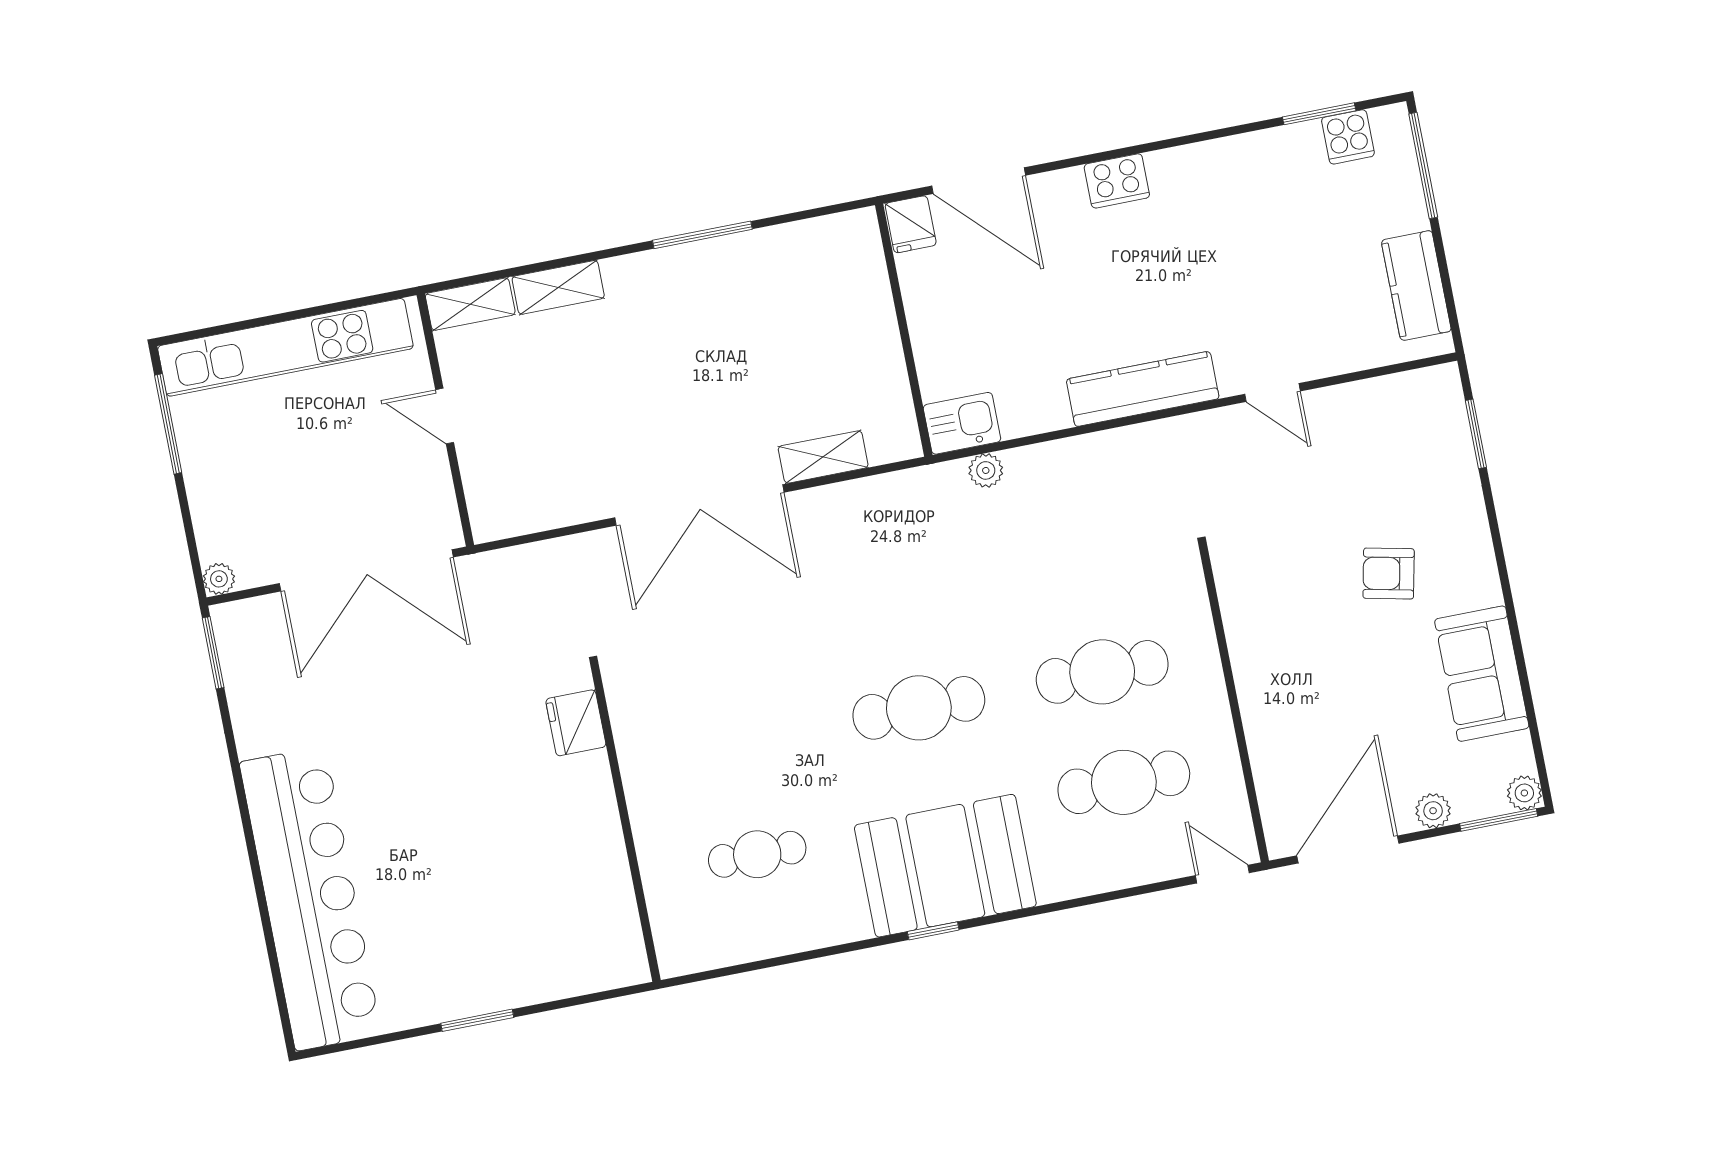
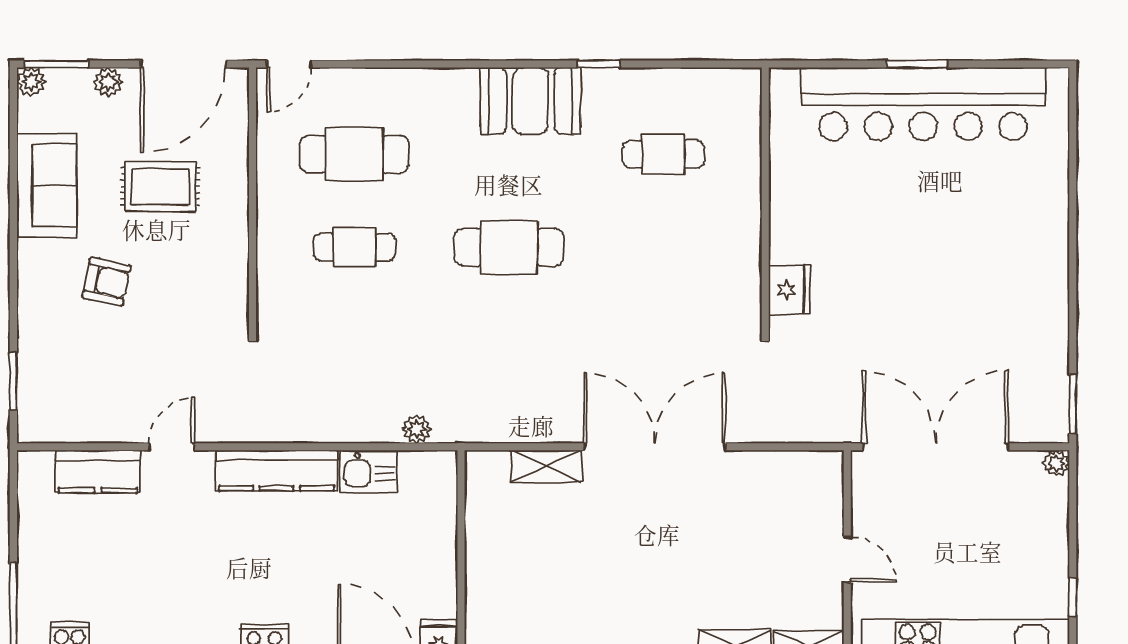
kitchen counter: (1416, 286) -> (98, 472), moved, turned 90
door: (1273, 393) -> (172, 447), hinge flipped
kitchen sink: (962, 423) -> (369, 471), moved
window: (168, 424) -> (1073, 597), width x0.46
cafe table: (1102, 672) -> (354, 247), width x0.73, depth x0.74
rug: (1347, 699) -> (160, 186), added
booth: (945, 866) -> (531, 101), width x0.73, depth x0.70
door: (1222, 874) -> (289, 64), hinge flipped
bar counter: (310, 898) -> (923, 104), moved, turned -90
window: (933, 931) -> (599, 64), moved

